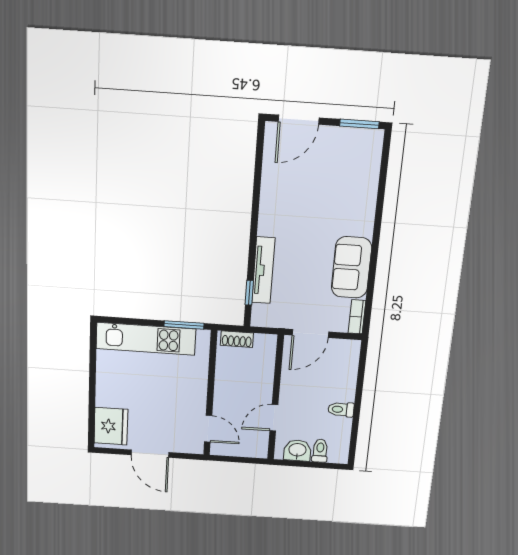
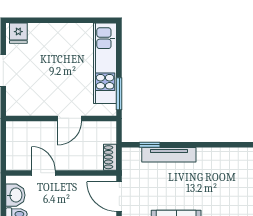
shoe rack: (237, 339) -> (110, 157), moved
fridge: (111, 426) -> (18, 33), width x0.53, depth x0.75
door: (208, 429) -> (69, 118), moved

